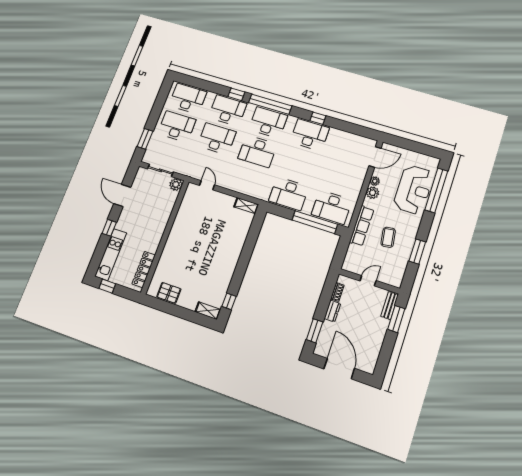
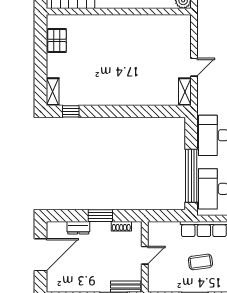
door: (207, 185) -> (194, 67), moved
door: (368, 281) -> (145, 255), hinge flipped
dresser: (332, 311) -> (78, 228), moved
window: (315, 331) -> (100, 216), moved

